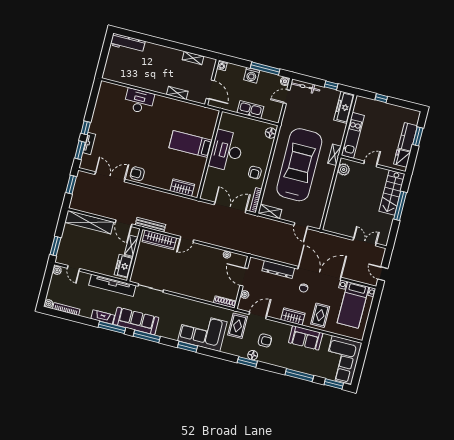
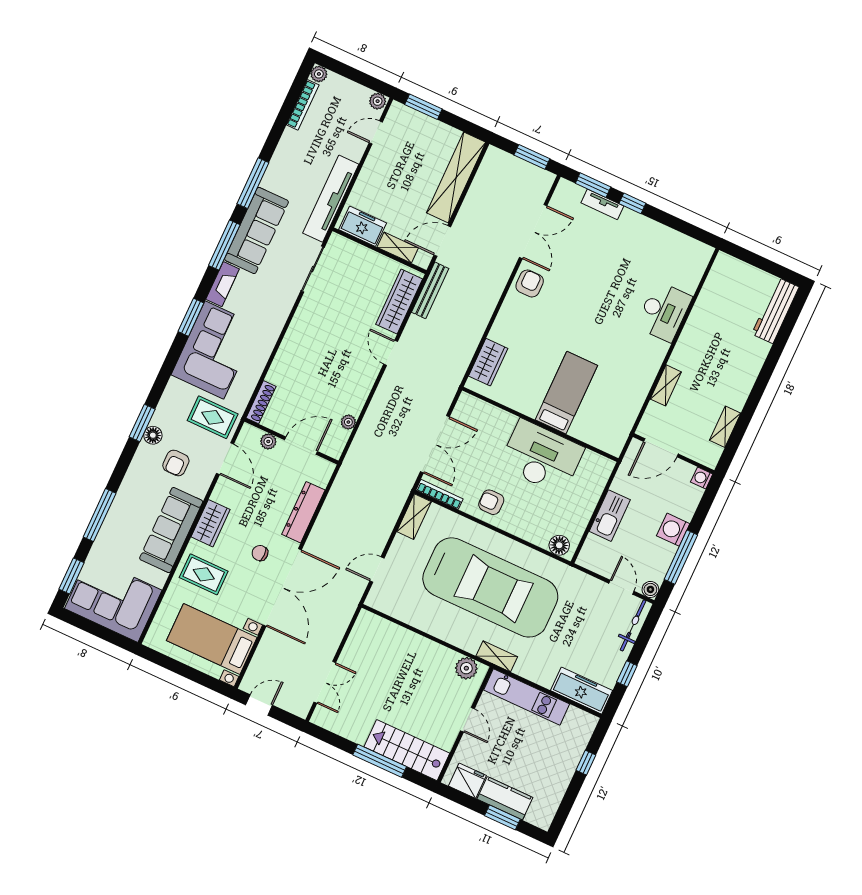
fireplace: (103, 317) -> (223, 284), moved
sofa: (306, 338) -> (171, 530), width x1.36

